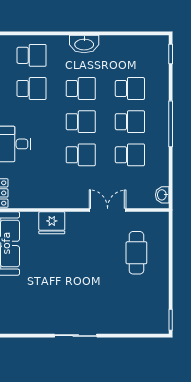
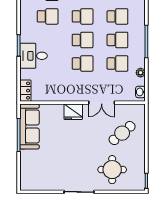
plant: (162, 168) -> (141, 73), added
double door: (108, 210) -> (102, 103), swing flipped
fridge: (52, 223) -> (73, 112), moved
cafe table: (136, 253) -> (122, 133), turned 50
round table: (122, 304) -> (112, 170), added

